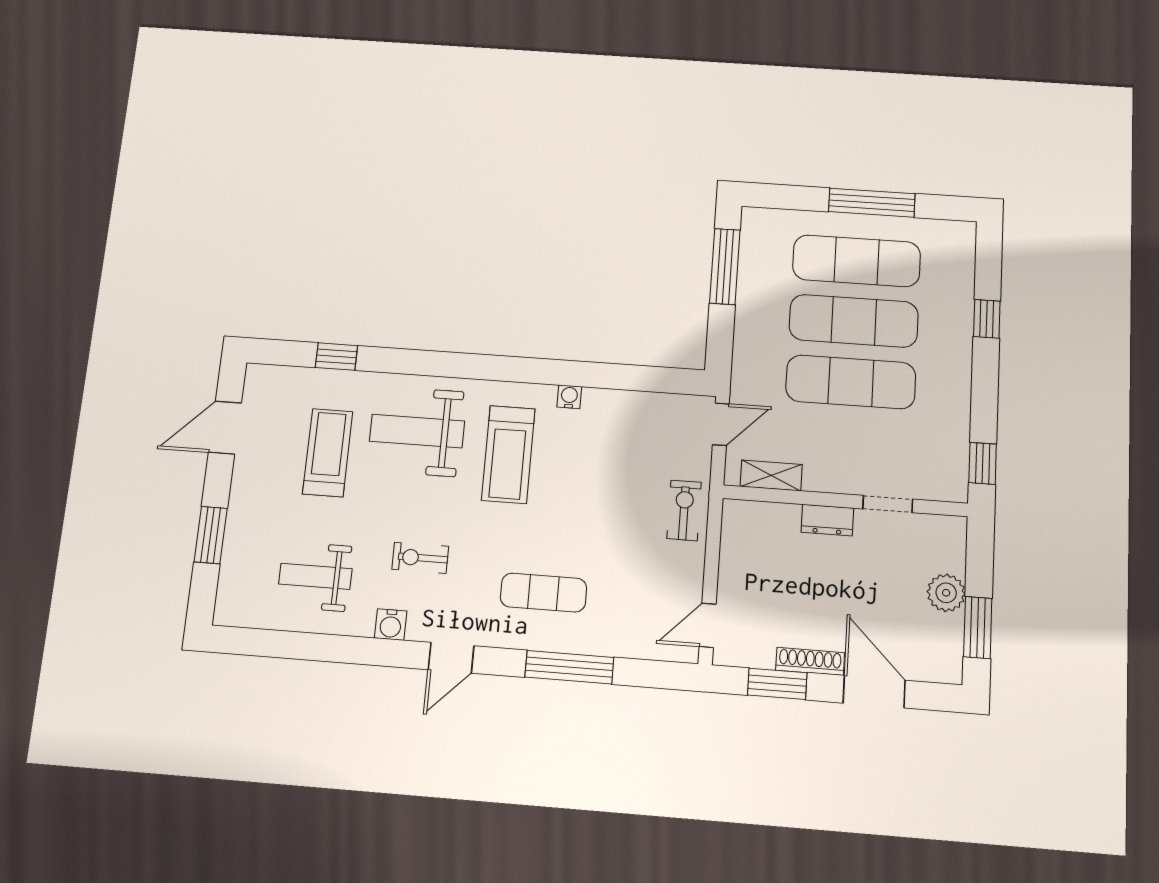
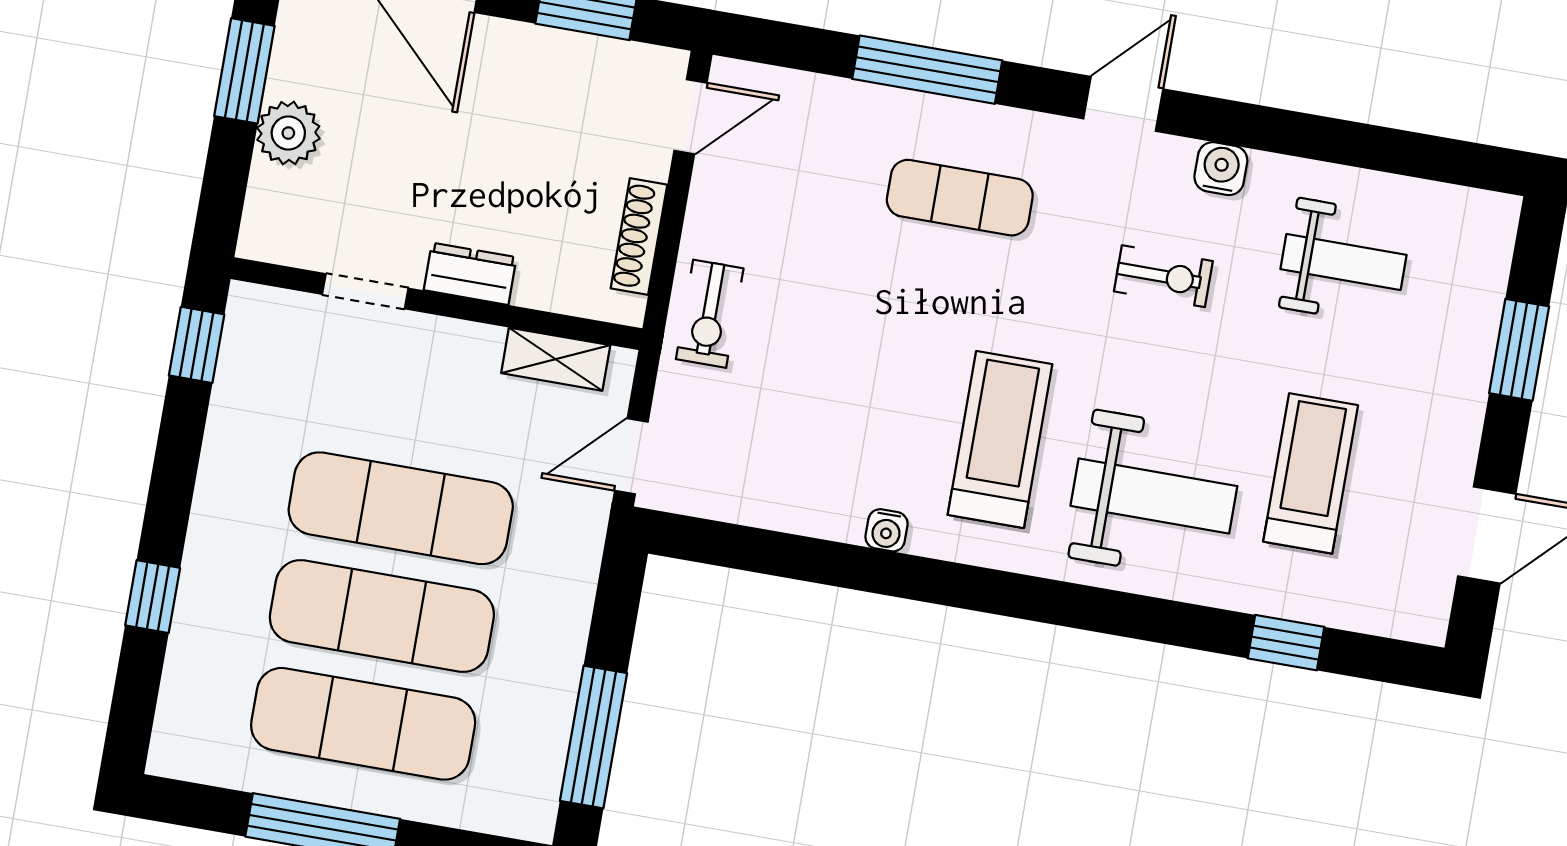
treadmill: (328, 453) -> (1311, 473), turned 180
shoe rack: (810, 661) -> (639, 237), moved, turned 90

